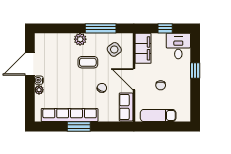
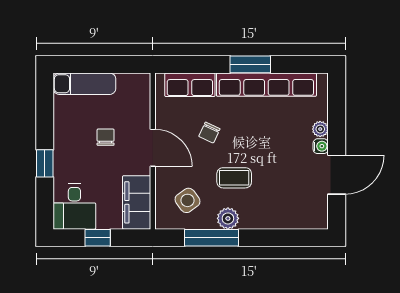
plant: (80, 39) -> (228, 218), moved
row of seats: (126, 107) -> (190, 85), moved, turned 90
exam couch: (158, 116) -> (84, 84), moved

